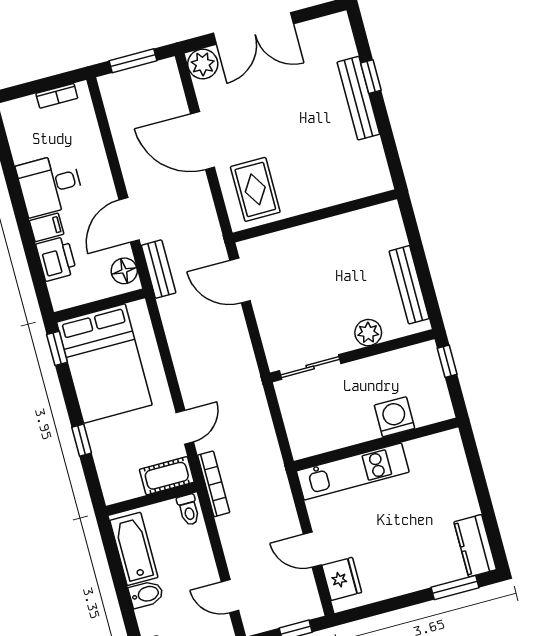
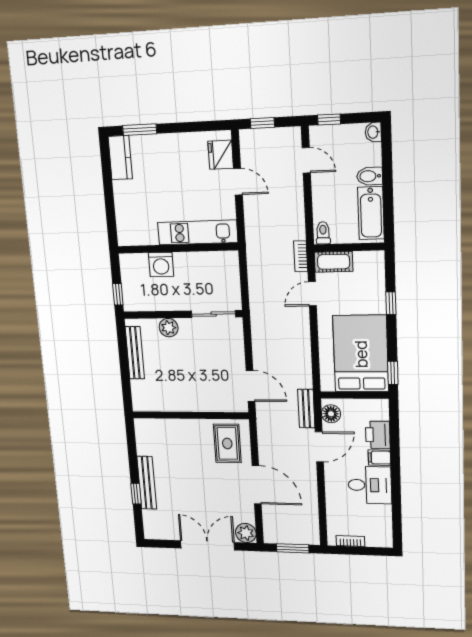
bookcase: (214, 484) -> (301, 256), width x0.64

